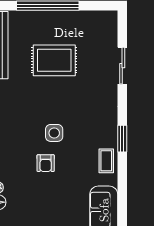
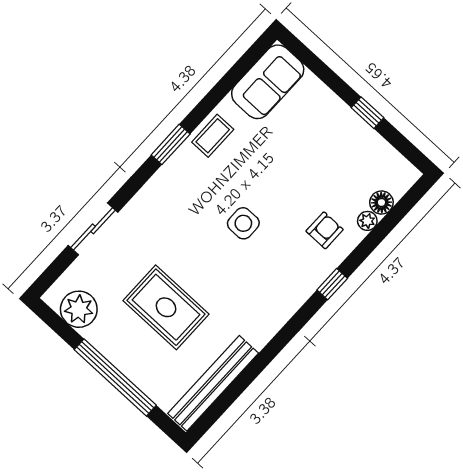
plant: (94, 22) -> (79, 309), added
armchair: (46, 163) -> (325, 230), moved

